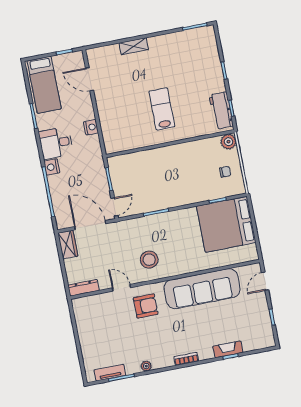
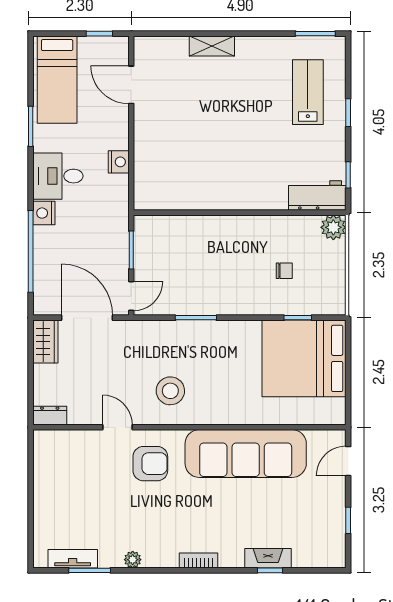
lab bench: (162, 109) -> (308, 92), moved
workbench: (221, 111) -> (317, 195), moved, turned 90
chair: (225, 172) -> (284, 271), moved
dresser: (84, 288) -> (50, 416), width x0.70

